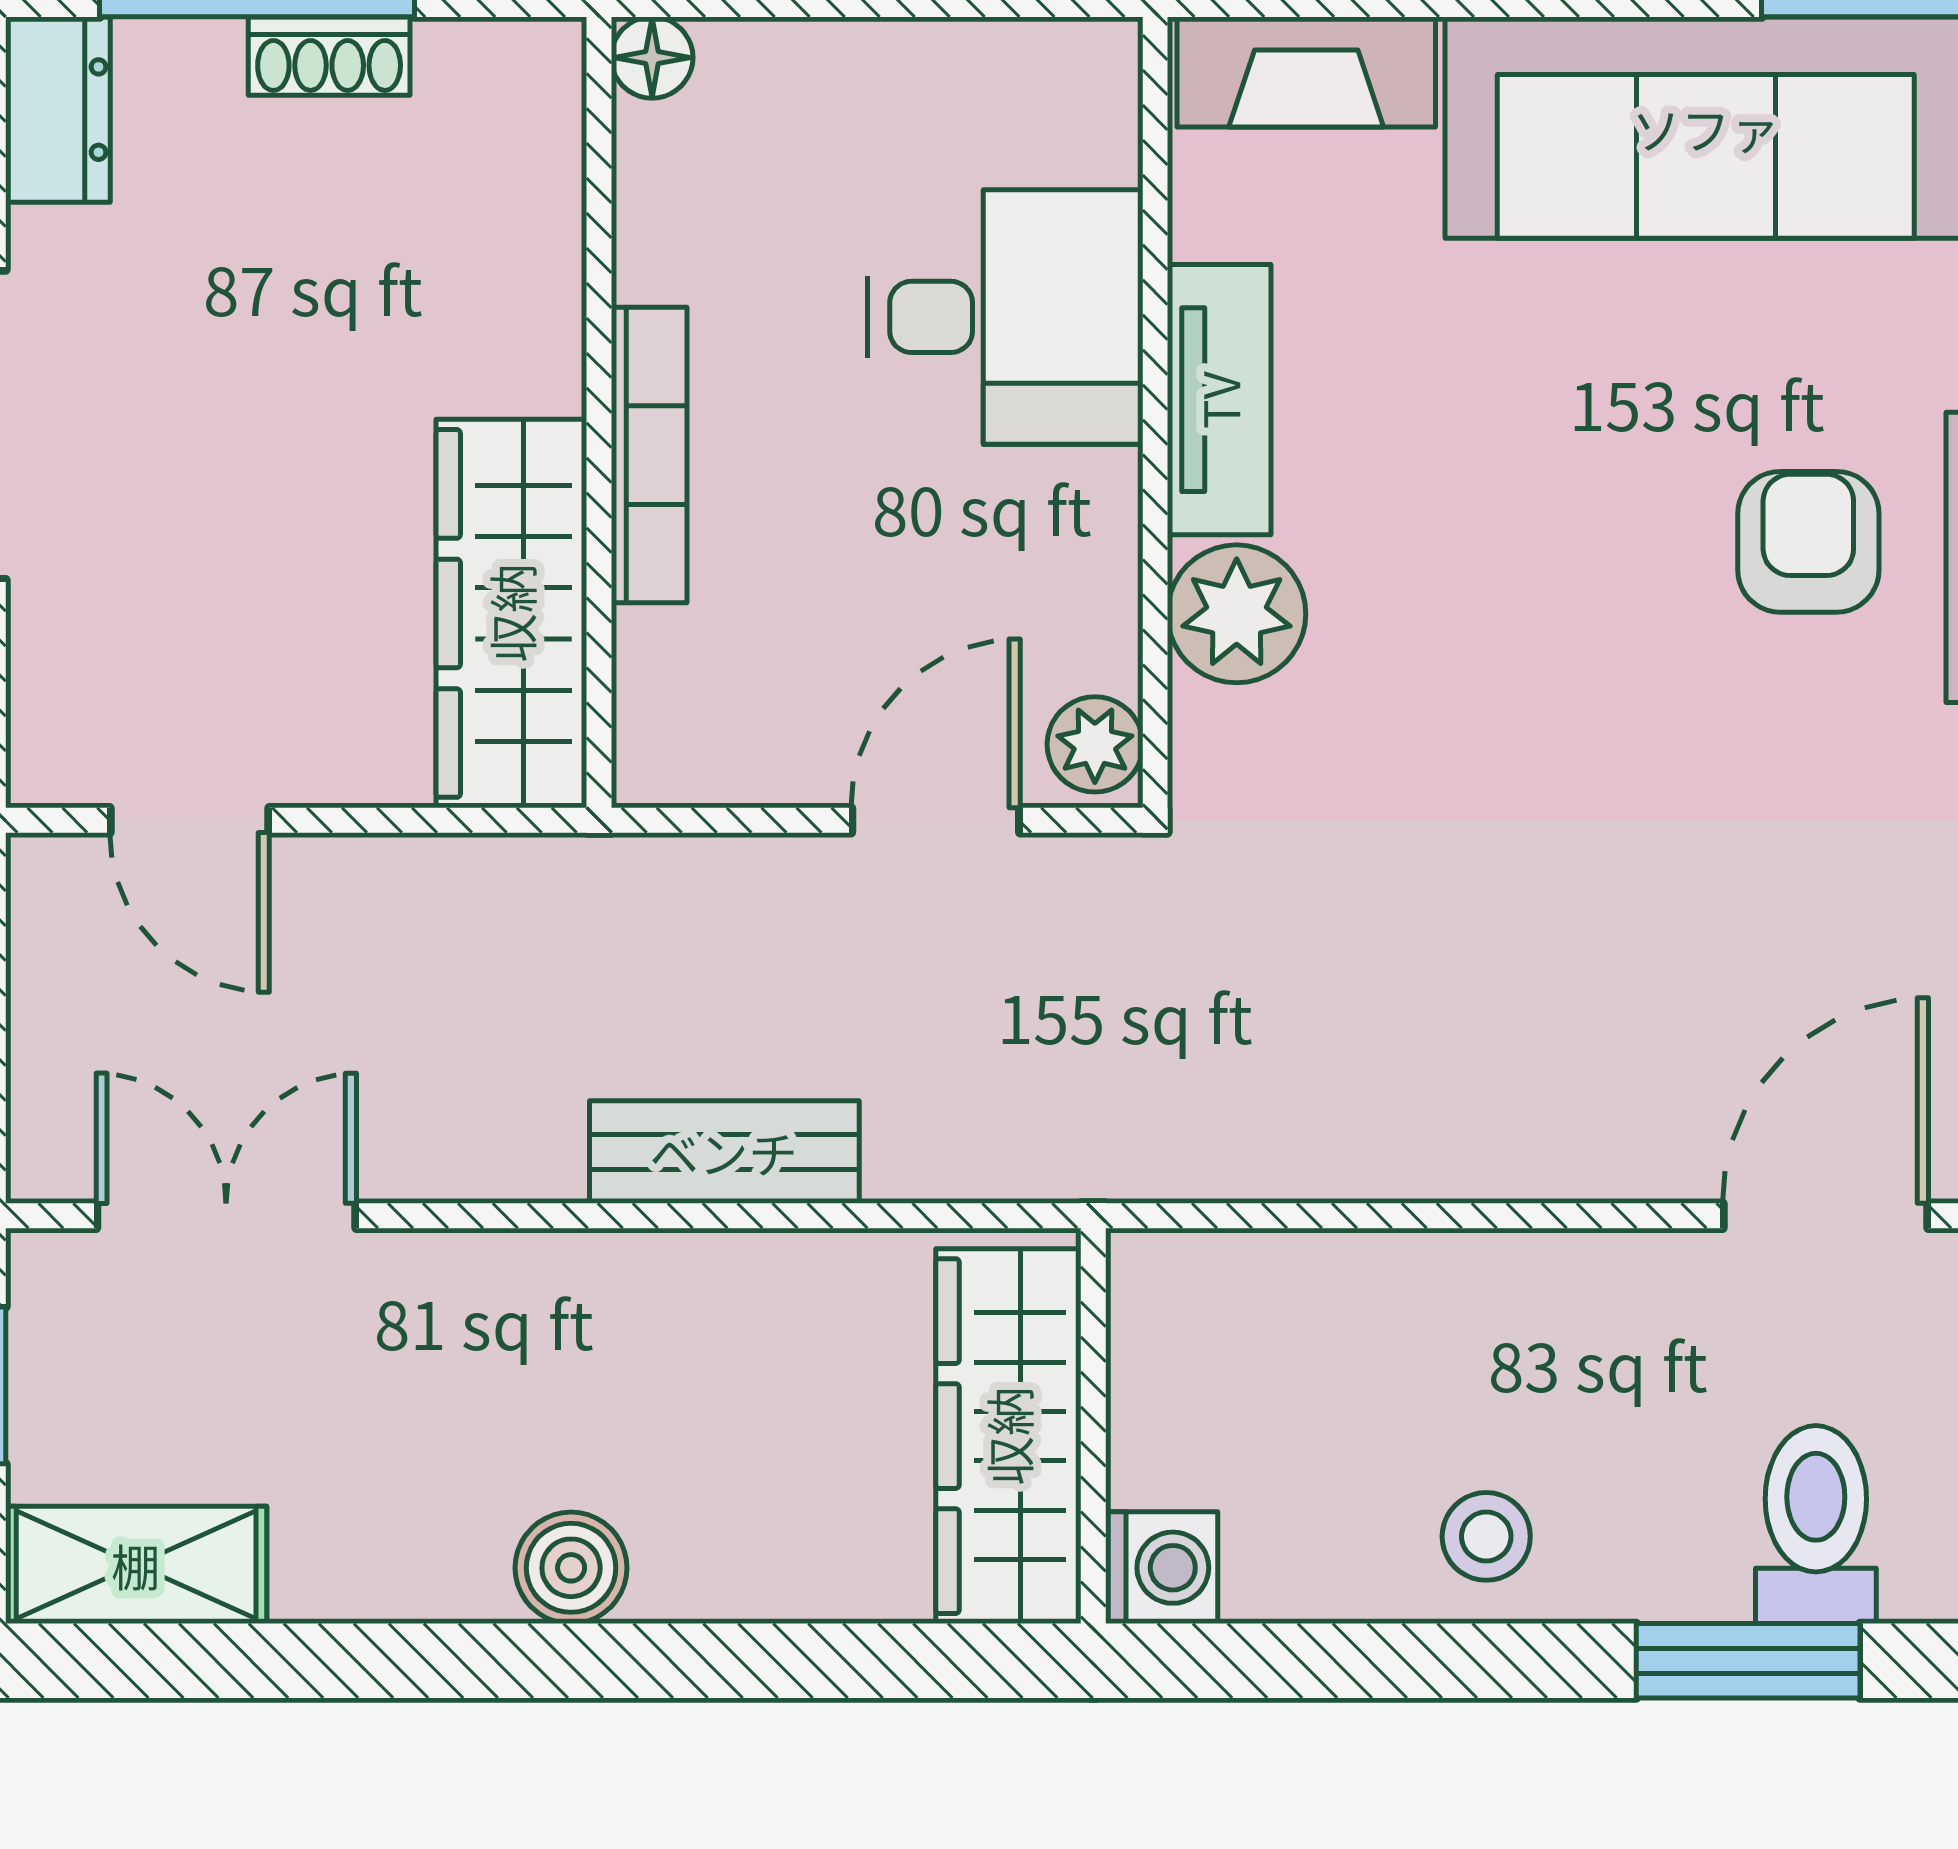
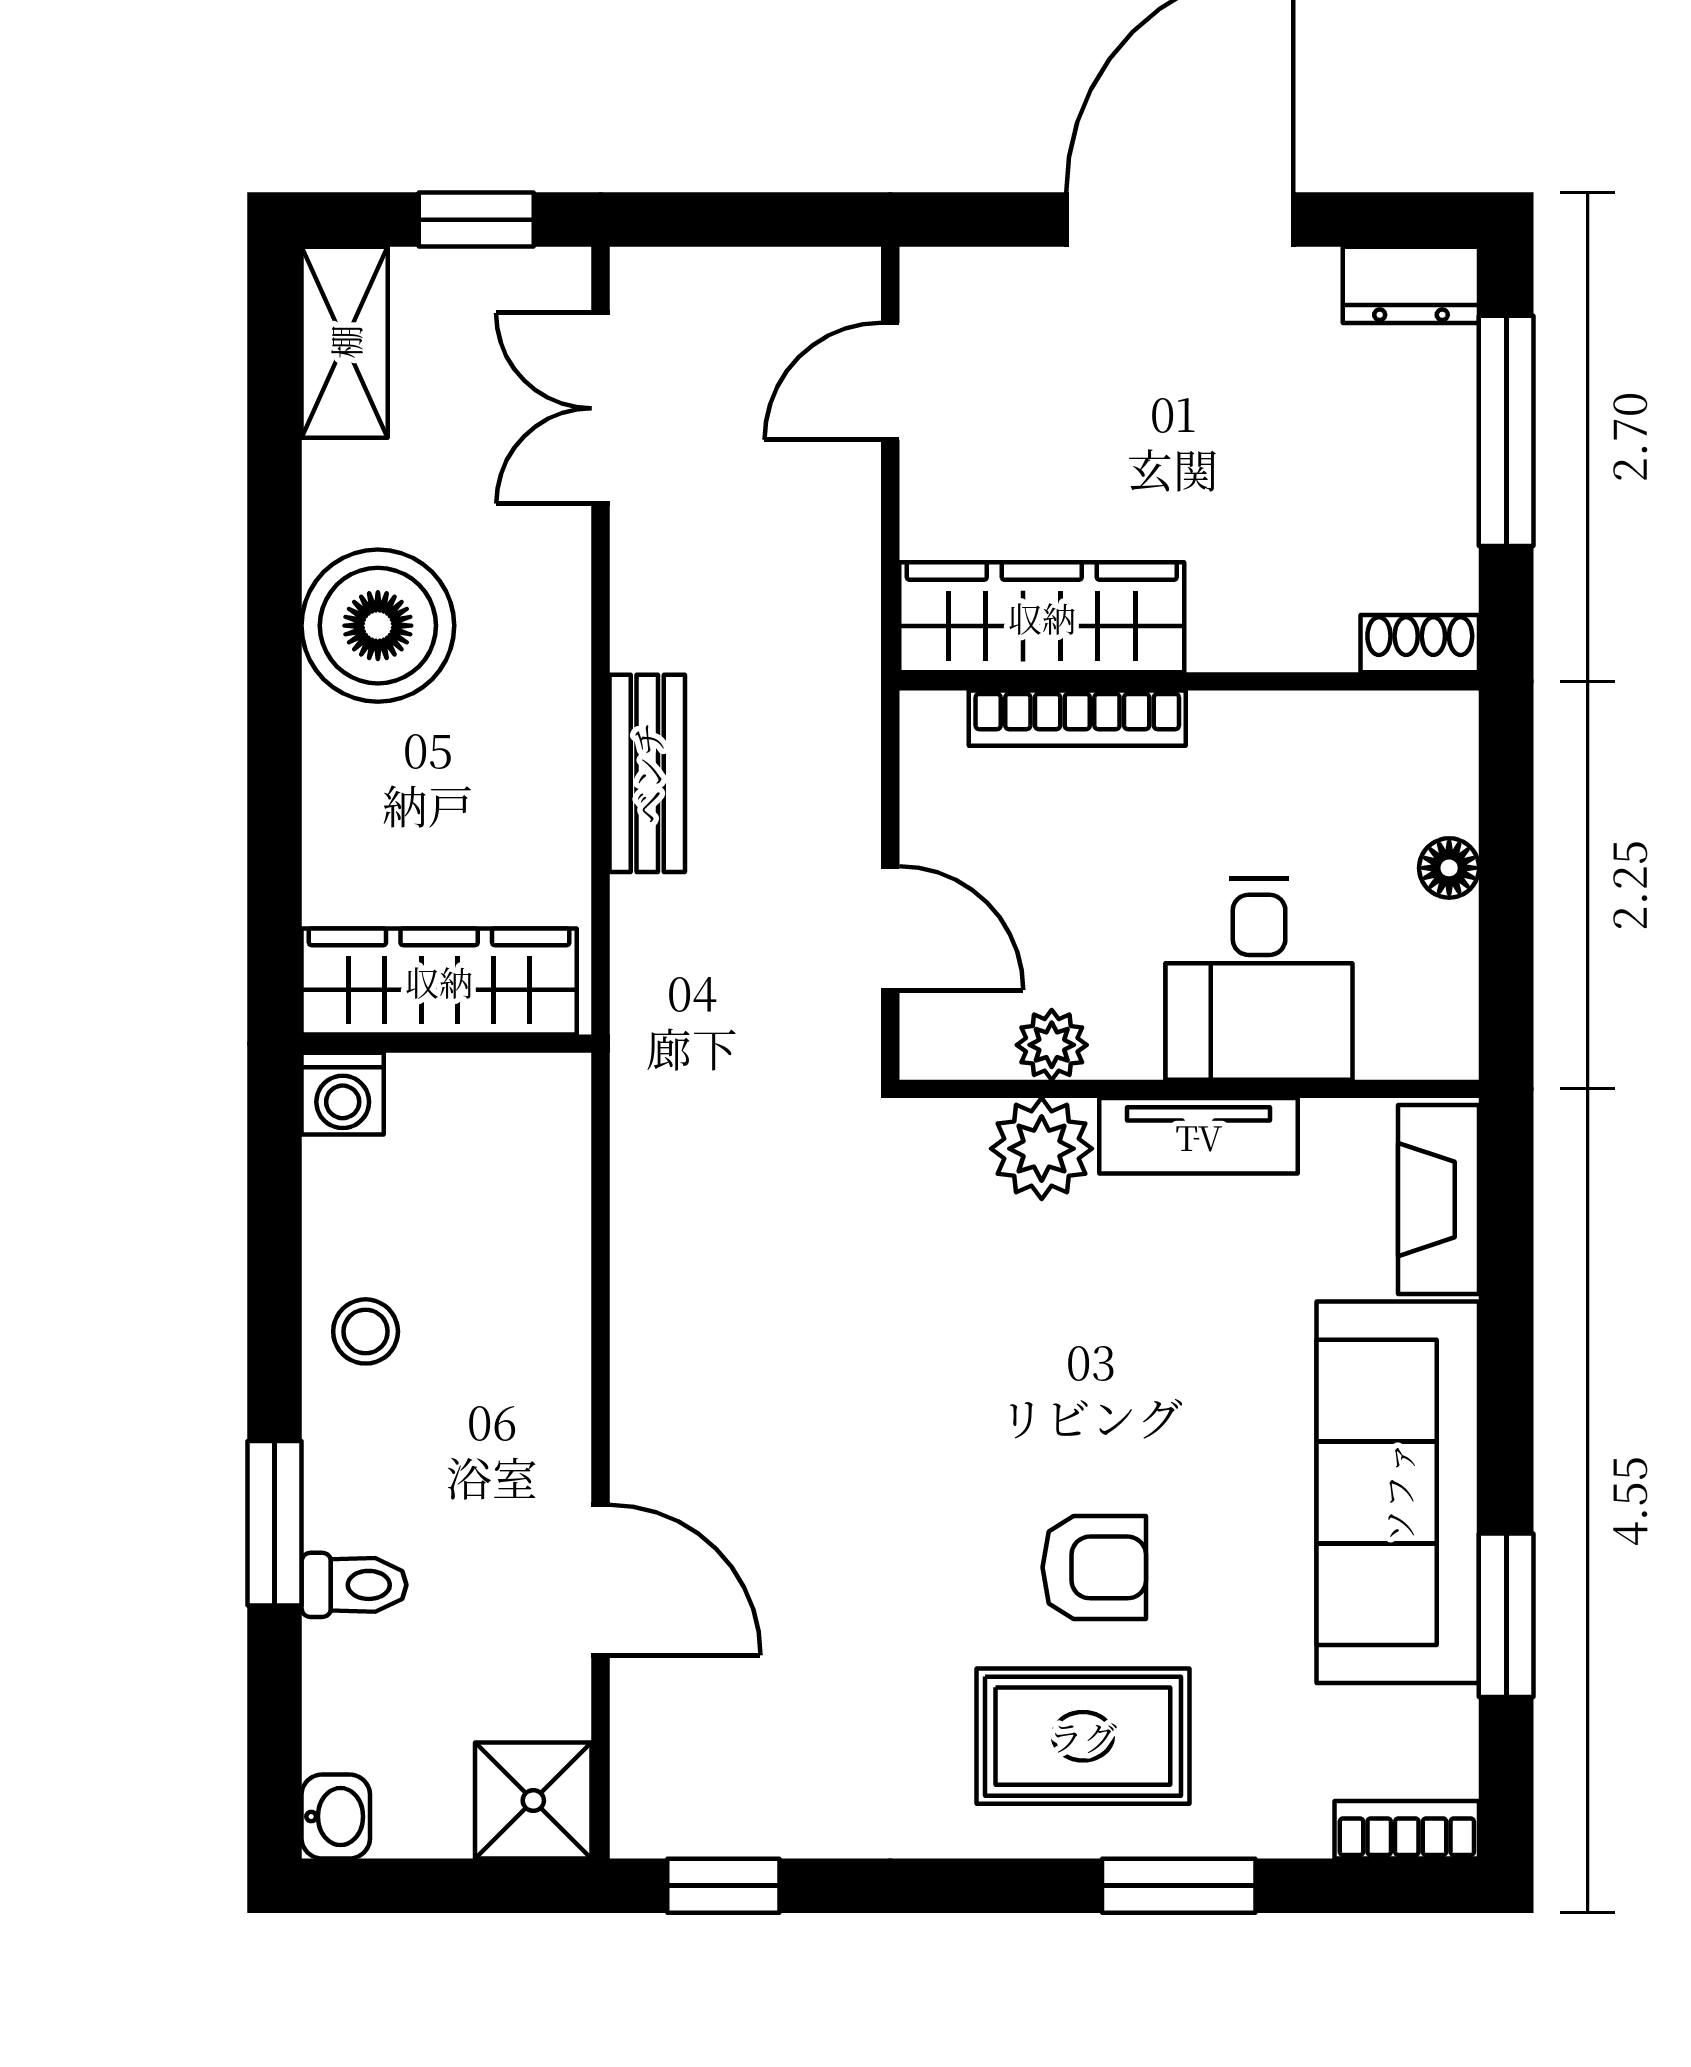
shoe rack: (329, 56) -> (1420, 644), moved, turned 90
floor lamp: (652, 58) -> (1449, 868), moved
bookcase: (649, 455) -> (1077, 718), moved
plant: (1095, 744) -> (1052, 1045), moved
double door: (226, 1216) -> (601, 408), swing flipped
toilet: (1816, 1525) -> (354, 1585), width x0.73, depth x0.72
boiler: (571, 1568) -> (378, 626), width x1.86, depth x1.86

